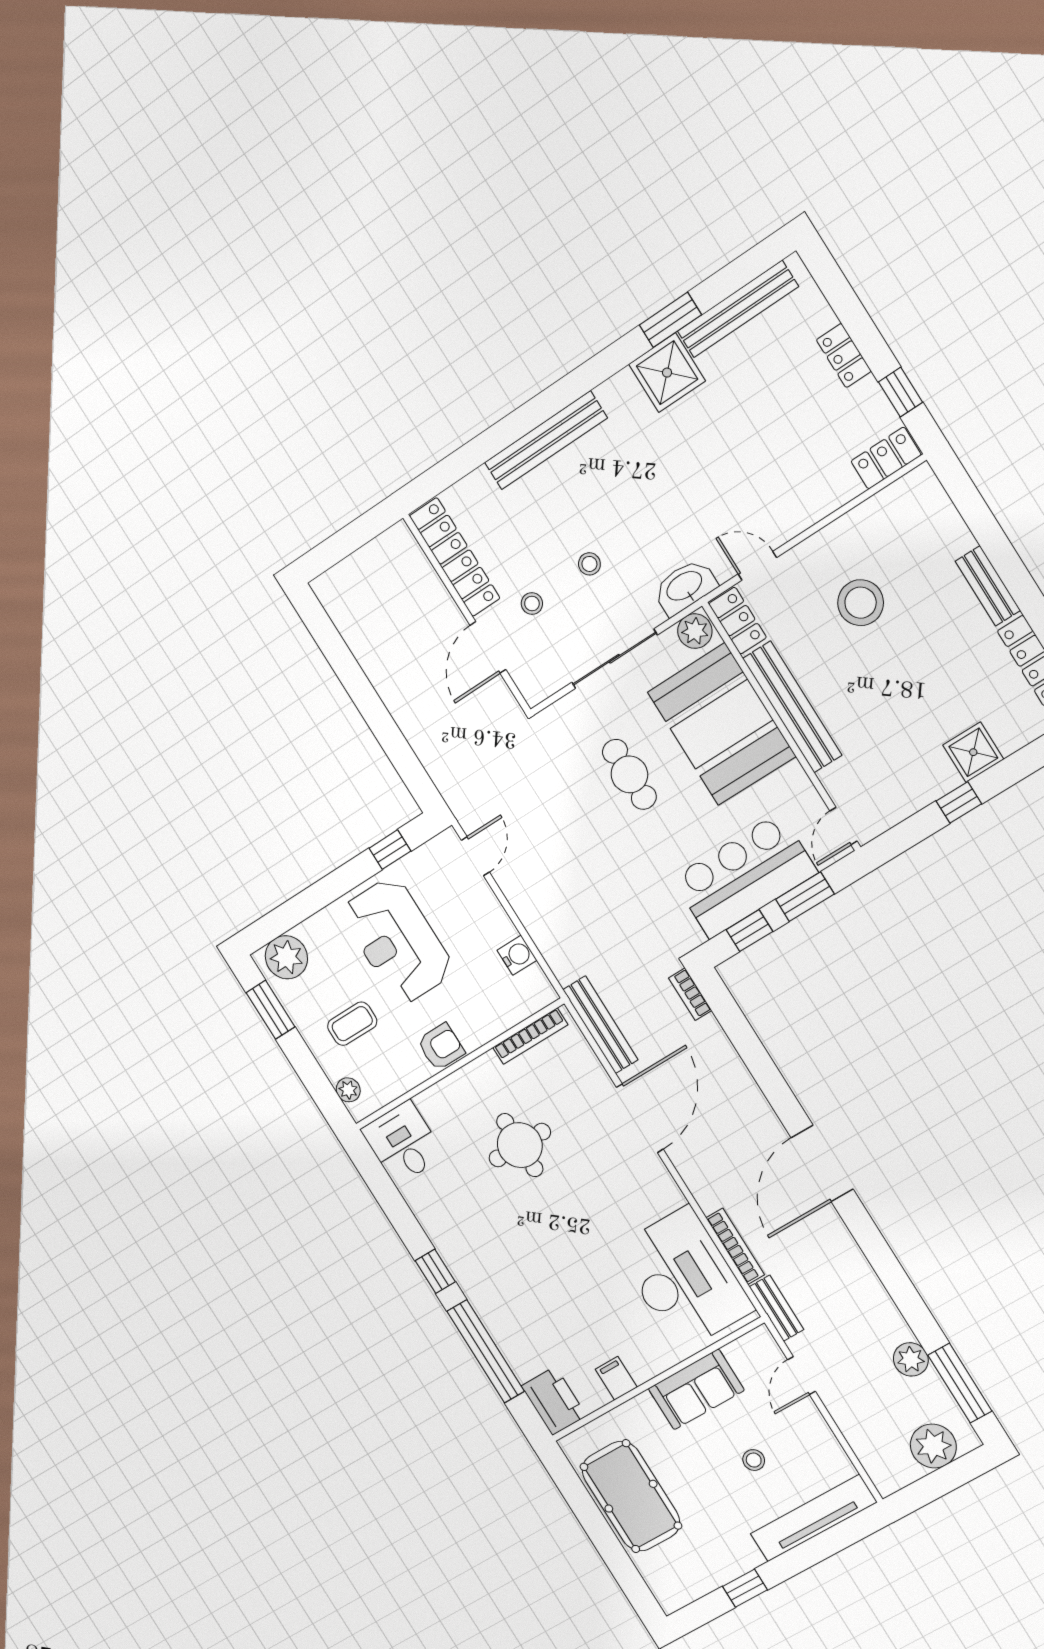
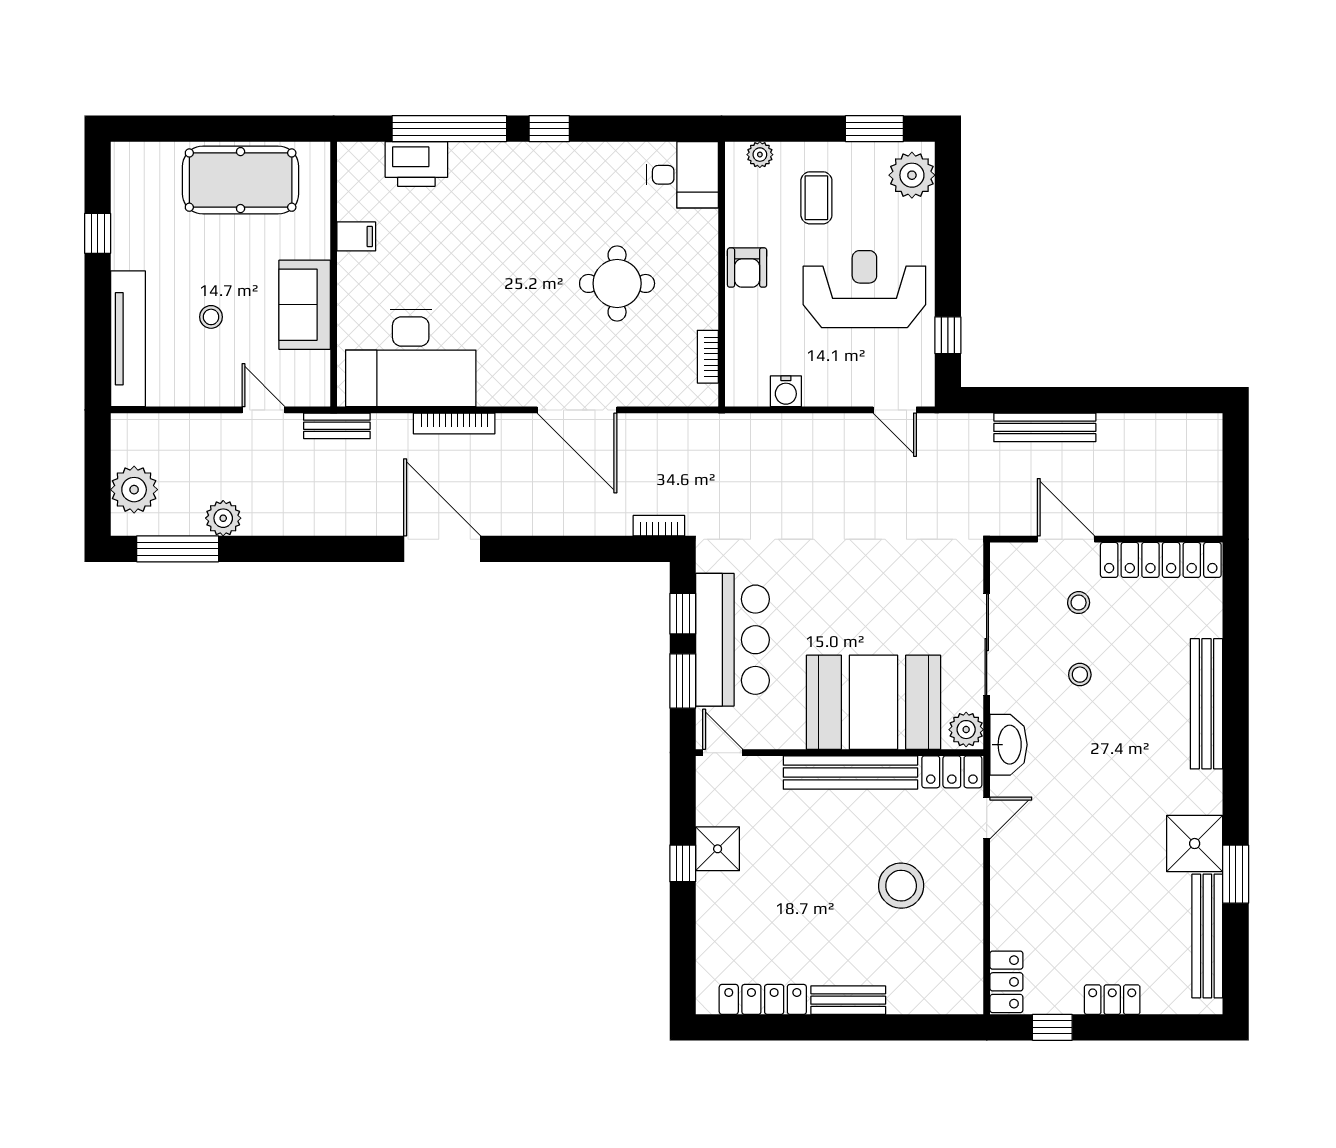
shower: (973, 752) -> (718, 849), moved
cafe table: (629, 774) -> (881, 594), removed
bench: (600, 1025) -> (1045, 427), moved
bookcase: (530, 1036) -> (708, 357), width x0.64
bookcase: (735, 1246) -> (454, 424), moved
printer: (554, 1401) -> (416, 164), moved

